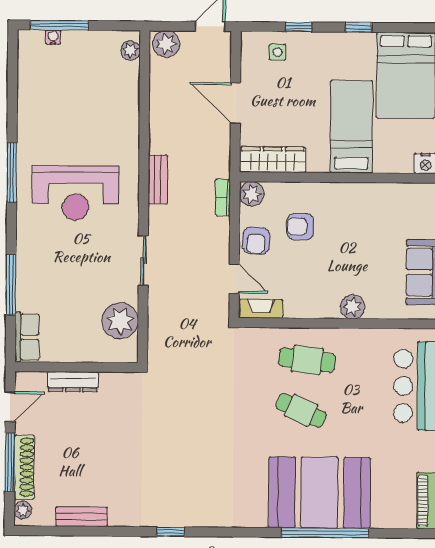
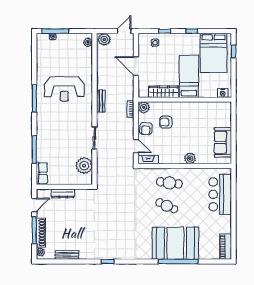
wardrobe: (273, 160) -> (164, 92), moved
reception desk: (76, 193) -> (64, 89), moved

